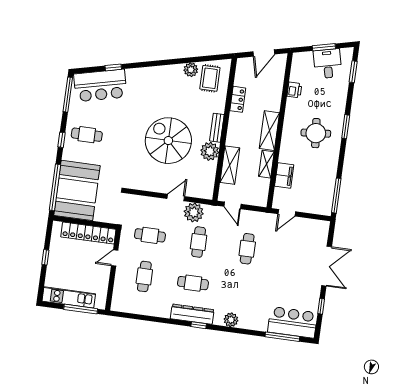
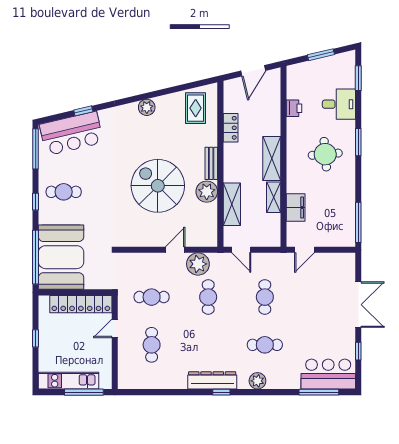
desk: (328, 64) -> (339, 104), moved, turned 103
plant: (191, 70) -> (147, 107), moved
cafe table: (193, 283) -> (265, 345), moved

